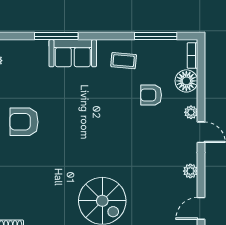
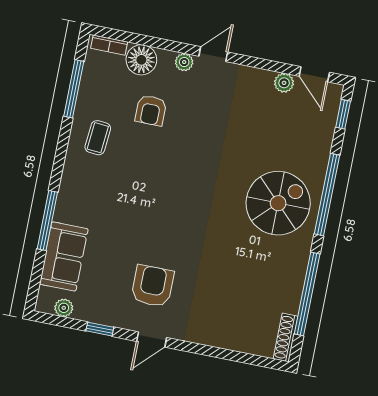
sofa: (73, 53) -> (64, 256), moved
armchair: (24, 122) -> (152, 286), turned 180
plant: (190, 171) -> (284, 83), moved

